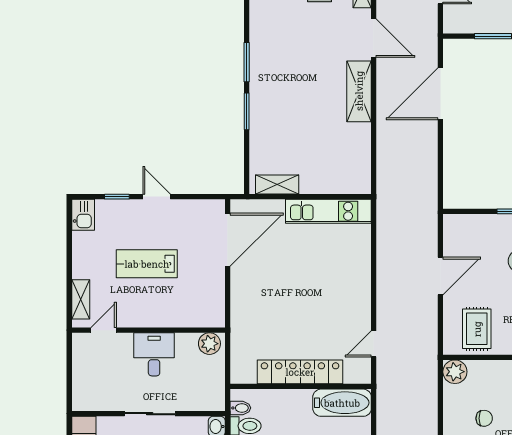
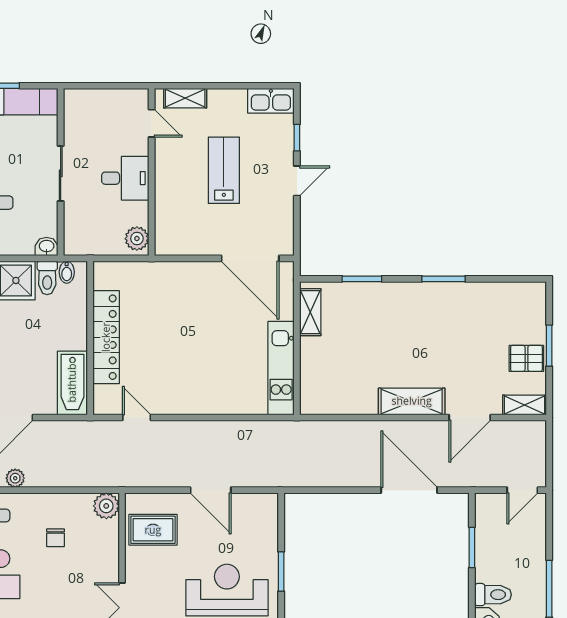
window: (247, 111) -> (362, 279), moved
kitchen sink: (83, 215) -> (271, 101), width x1.38

